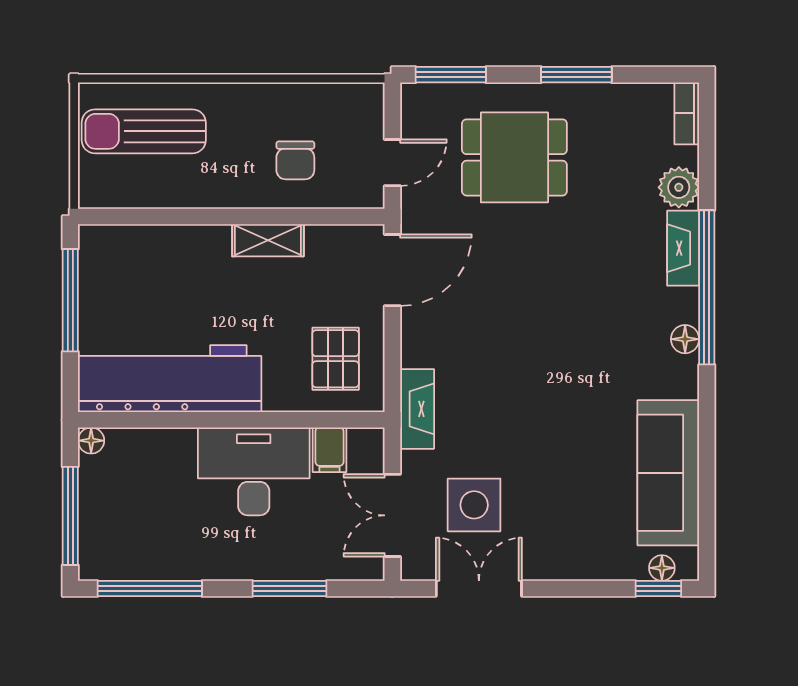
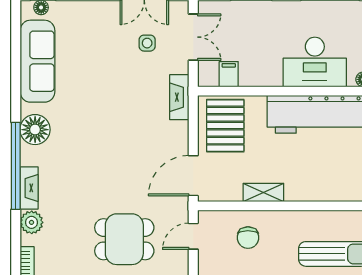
chair: (295, 160) -> (248, 238), turned 180
floor lamp: (685, 339) -> (35, 130), width x1.89, depth x1.89
pallet: (336, 359) -> (225, 126), width x1.50, depth x1.42
desk: (254, 471) -> (315, 62), moved
side table: (474, 505) -> (147, 43), width x0.54, depth x0.54

